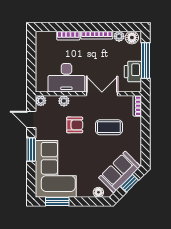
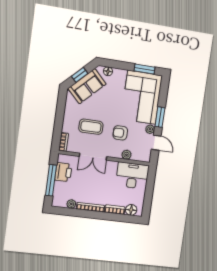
floor lamp: (132, 38) -> (131, 210), moved
desk: (66, 78) -> (132, 176), moved
plant: (41, 101) -> (150, 129), moved

